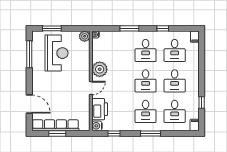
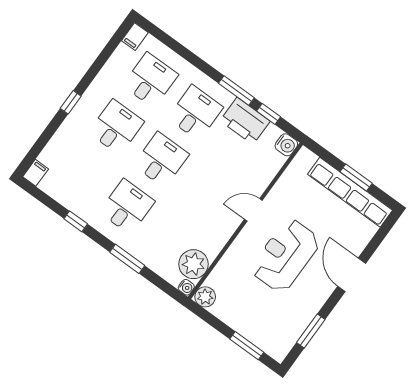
desk: (175, 50) -> (82, 174), removed
reception desk: (57, 53) -> (285, 255), moved
window: (29, 54) -> (311, 331), width x0.69
plant: (100, 69) -> (193, 264), moved
window: (202, 102) -> (71, 102), moved
door: (29, 104) -> (352, 275), moved
printer: (100, 109) -> (245, 121), moved, turned -90
window: (151, 133) -> (236, 90), moved

